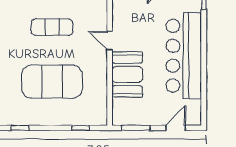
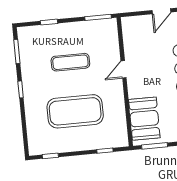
door: (110, 41) -> (124, 69), hinge flipped
booth: (127, 74) -> (144, 119), moved

